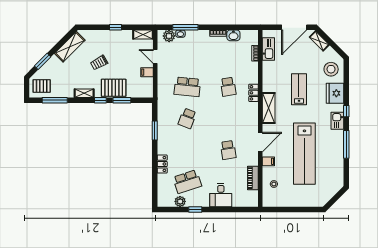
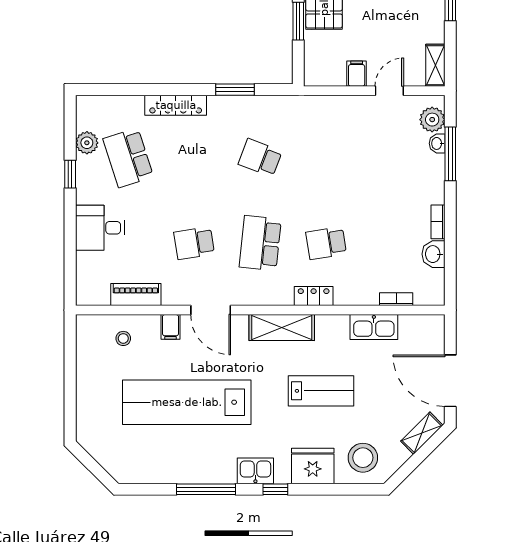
kitchen sink: (268, 49) -> (374, 327), moved
school desk: (187, 87) -> (260, 243), moved
locker: (162, 164) -> (176, 105), width x1.53

